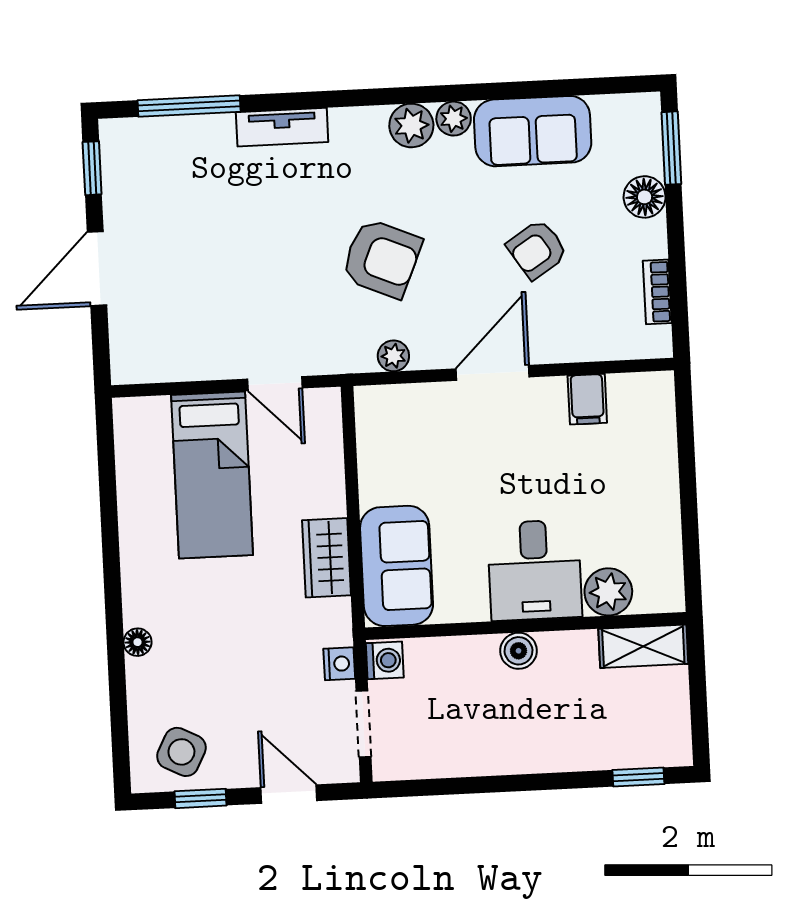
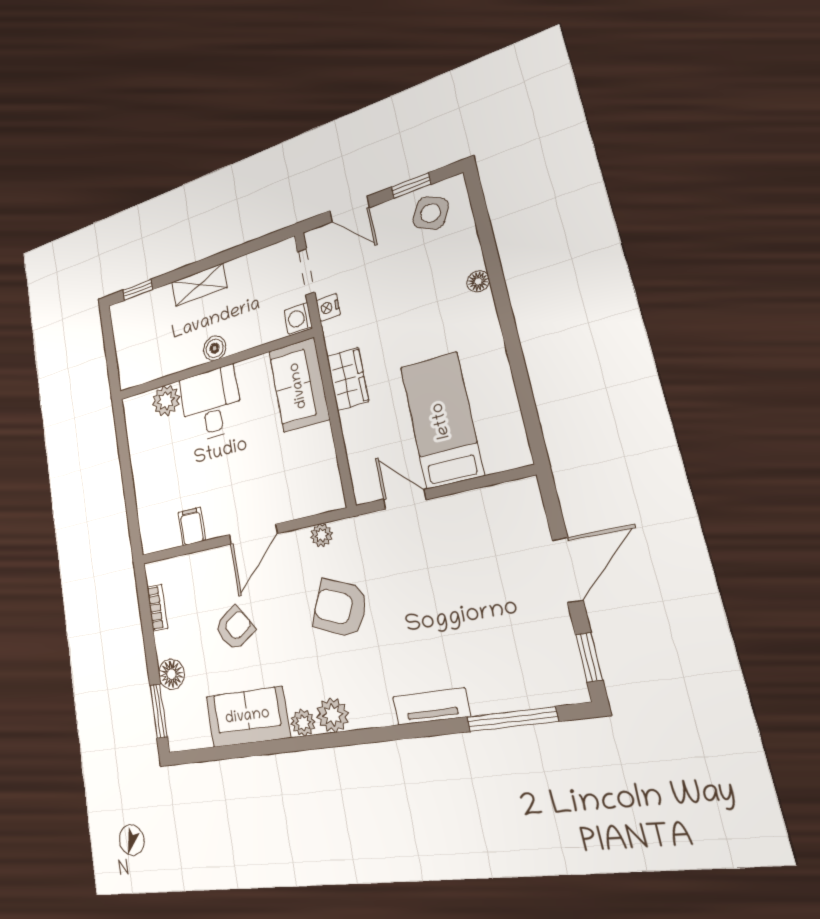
shelving: (643, 646) -> (199, 285), moved

